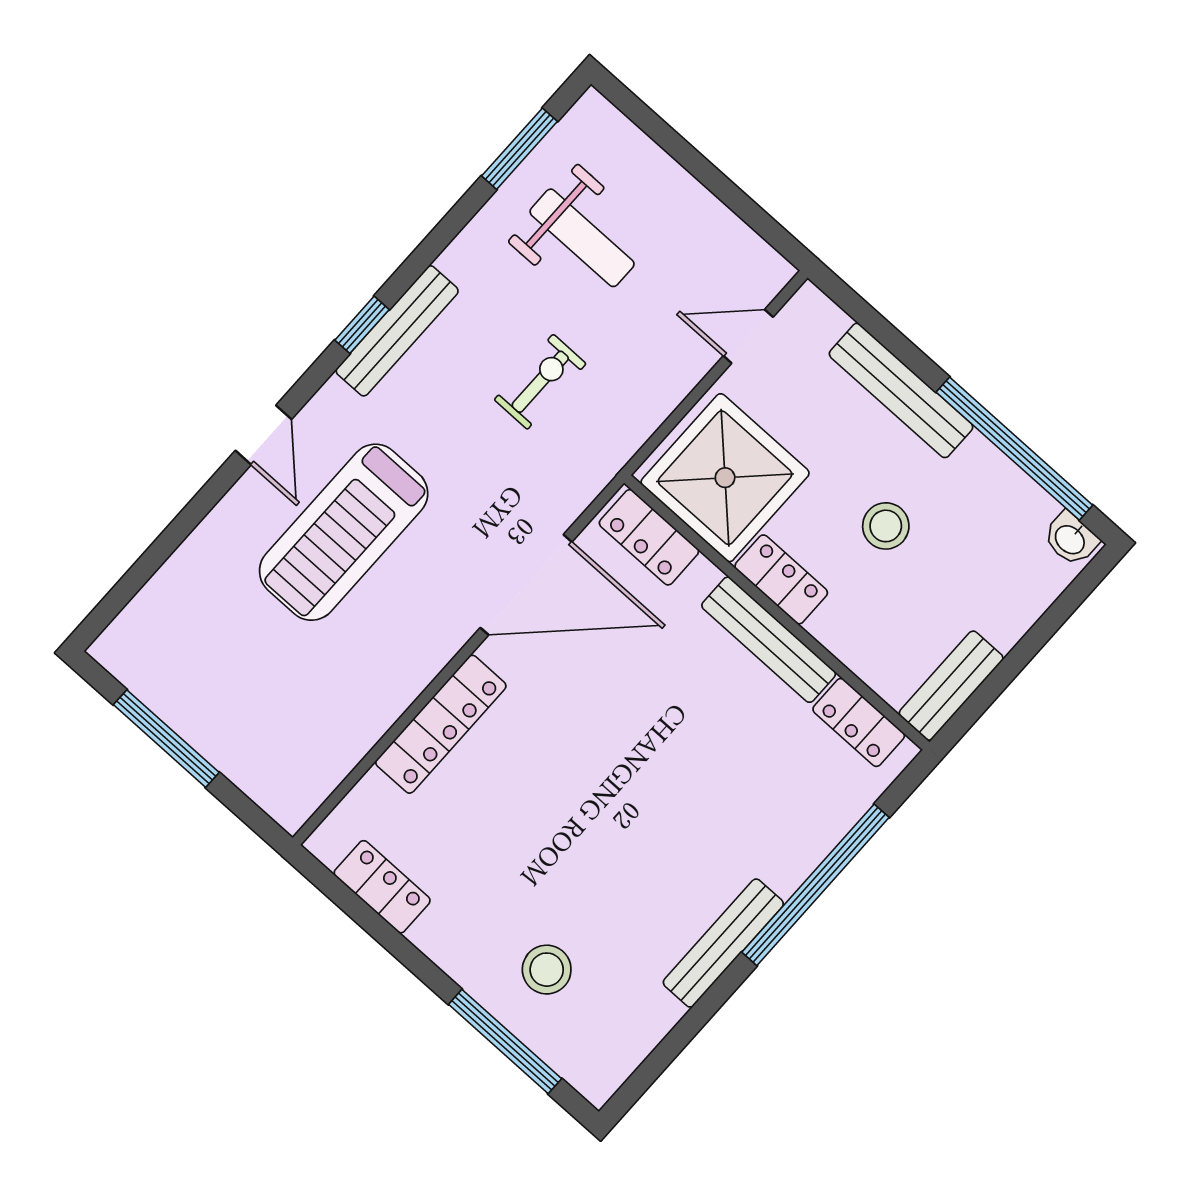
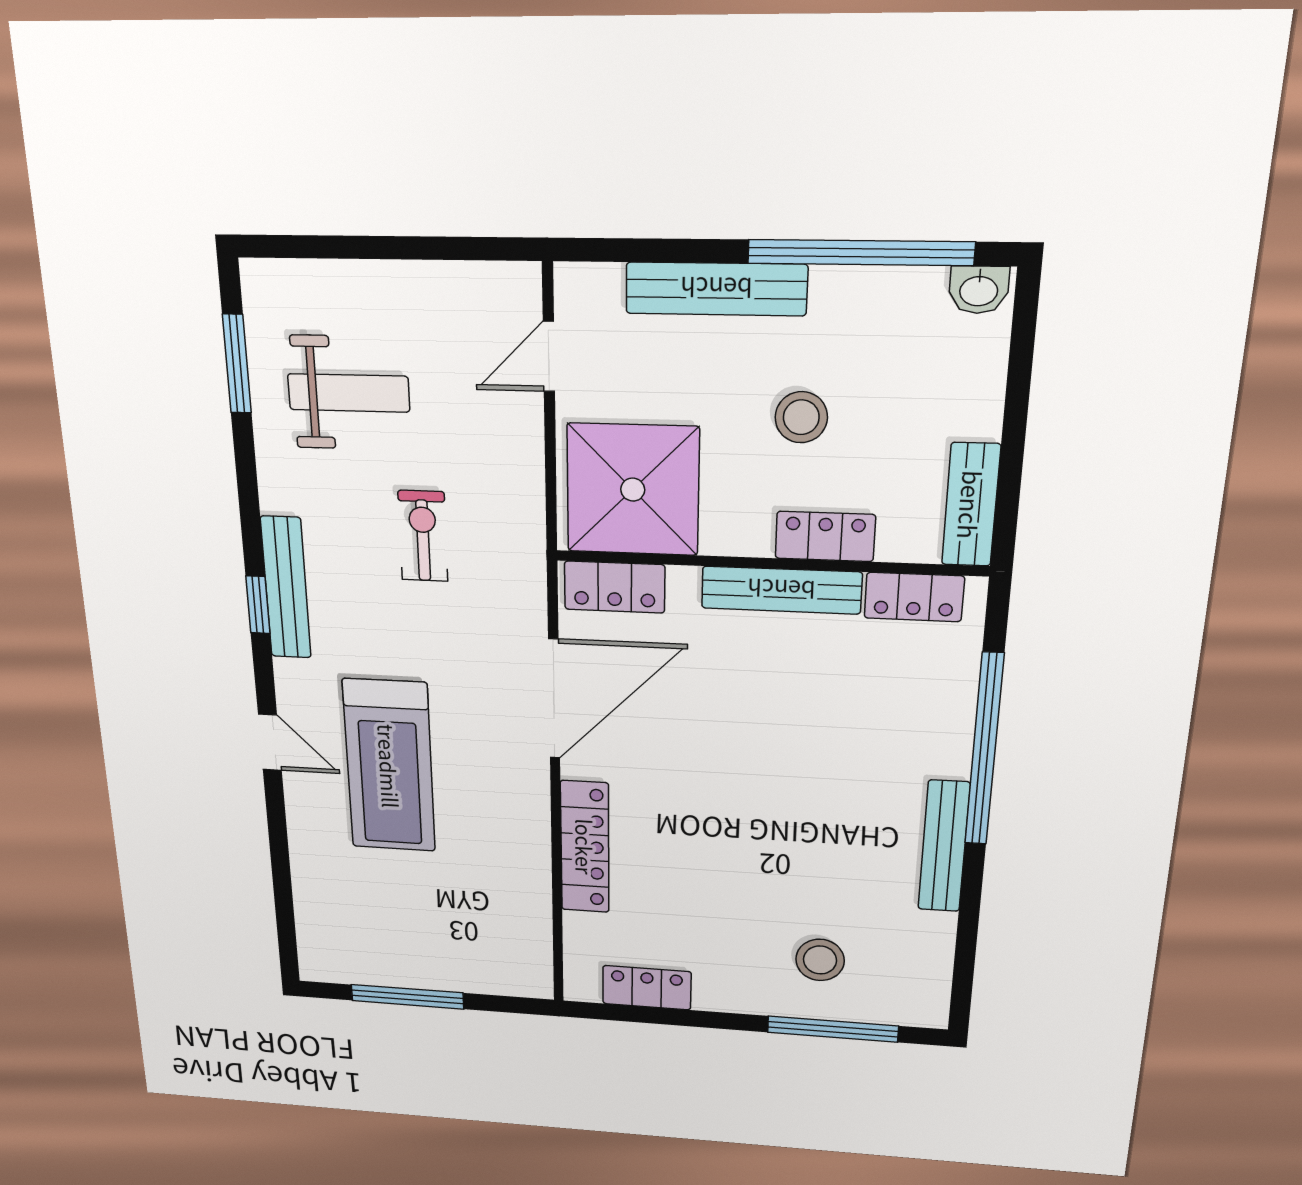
locker: (781, 579) -> (825, 536), moved

